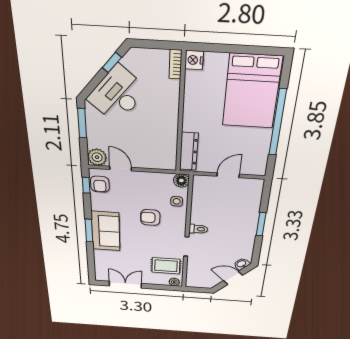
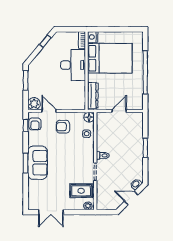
bed: (252, 92) -> (110, 58), moved, turned -90
desk: (117, 94) -> (73, 65), moved, turned 140
armchair: (150, 218) -> (63, 127), moved
double door: (125, 285) -> (51, 212), swing flipped

